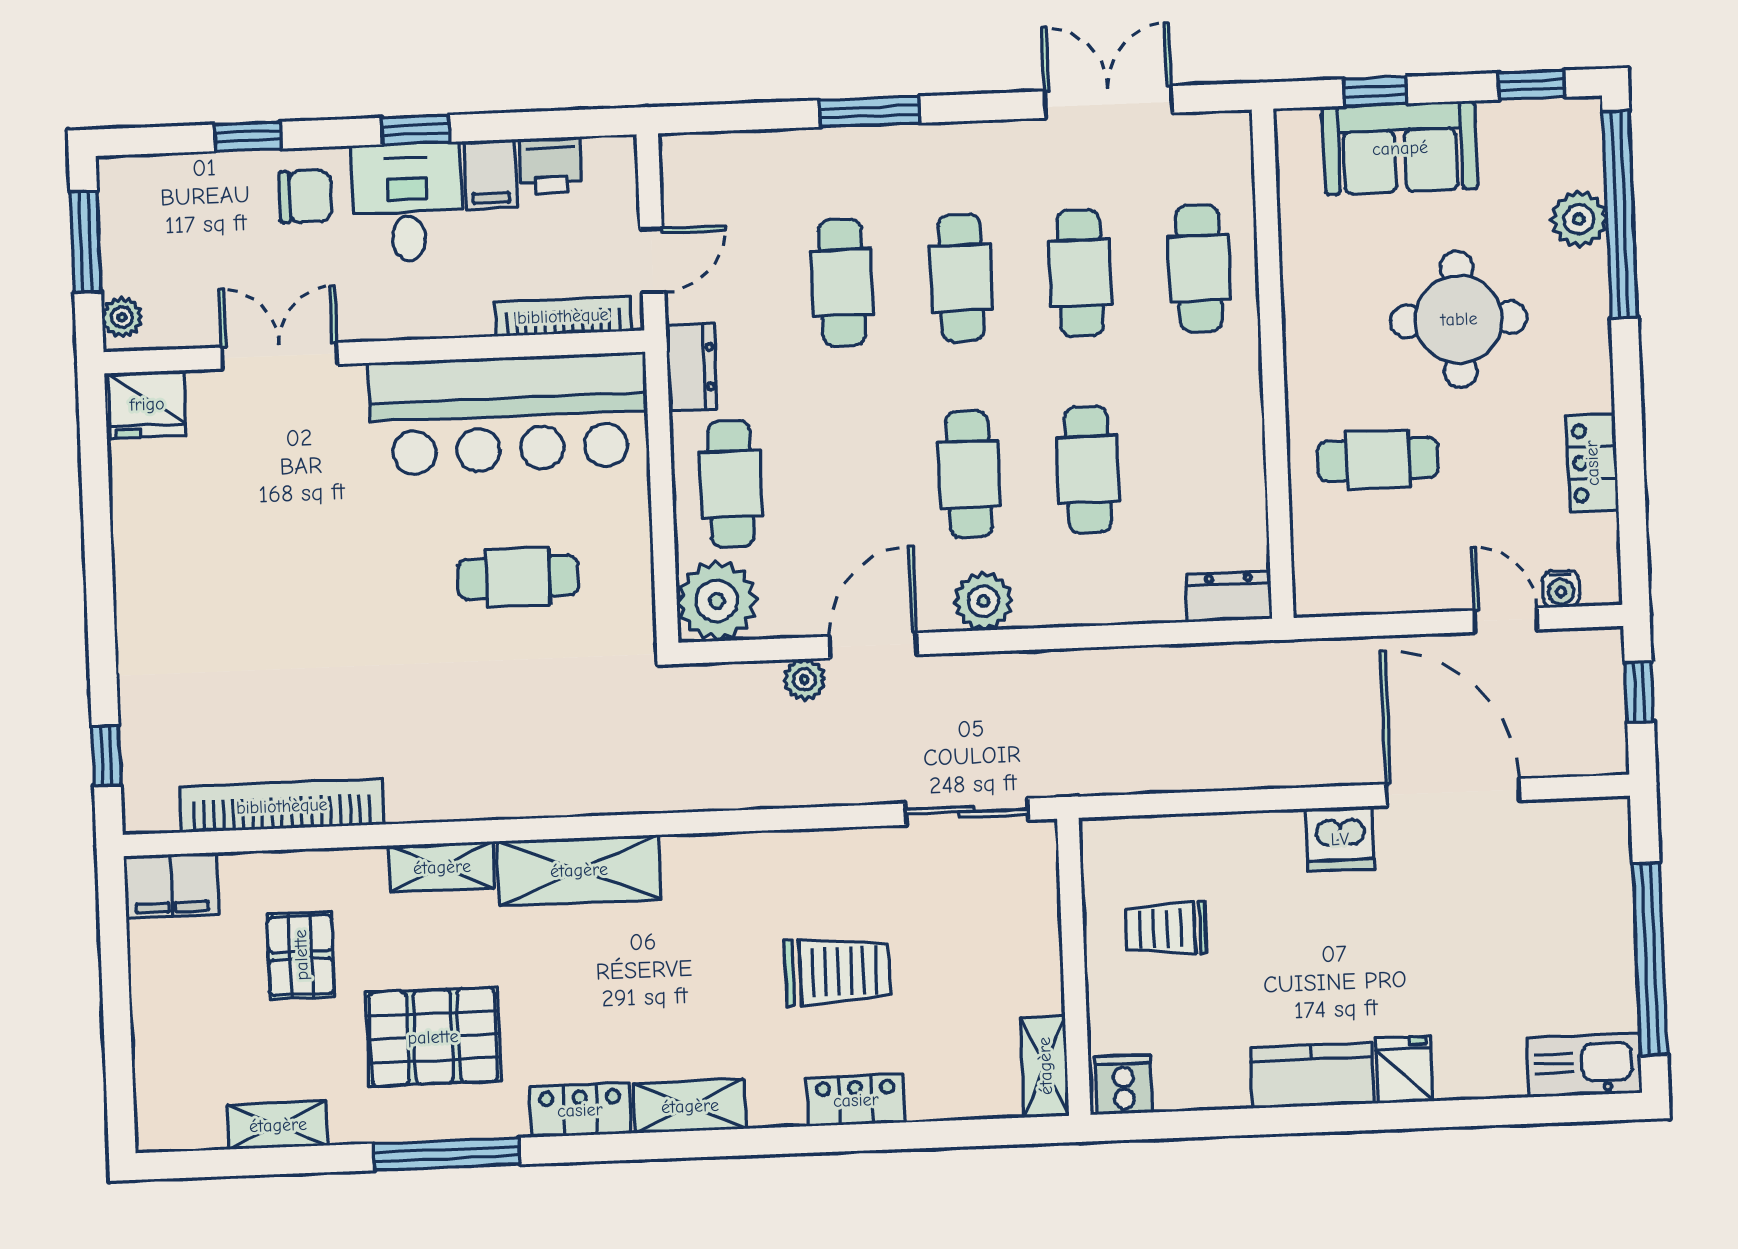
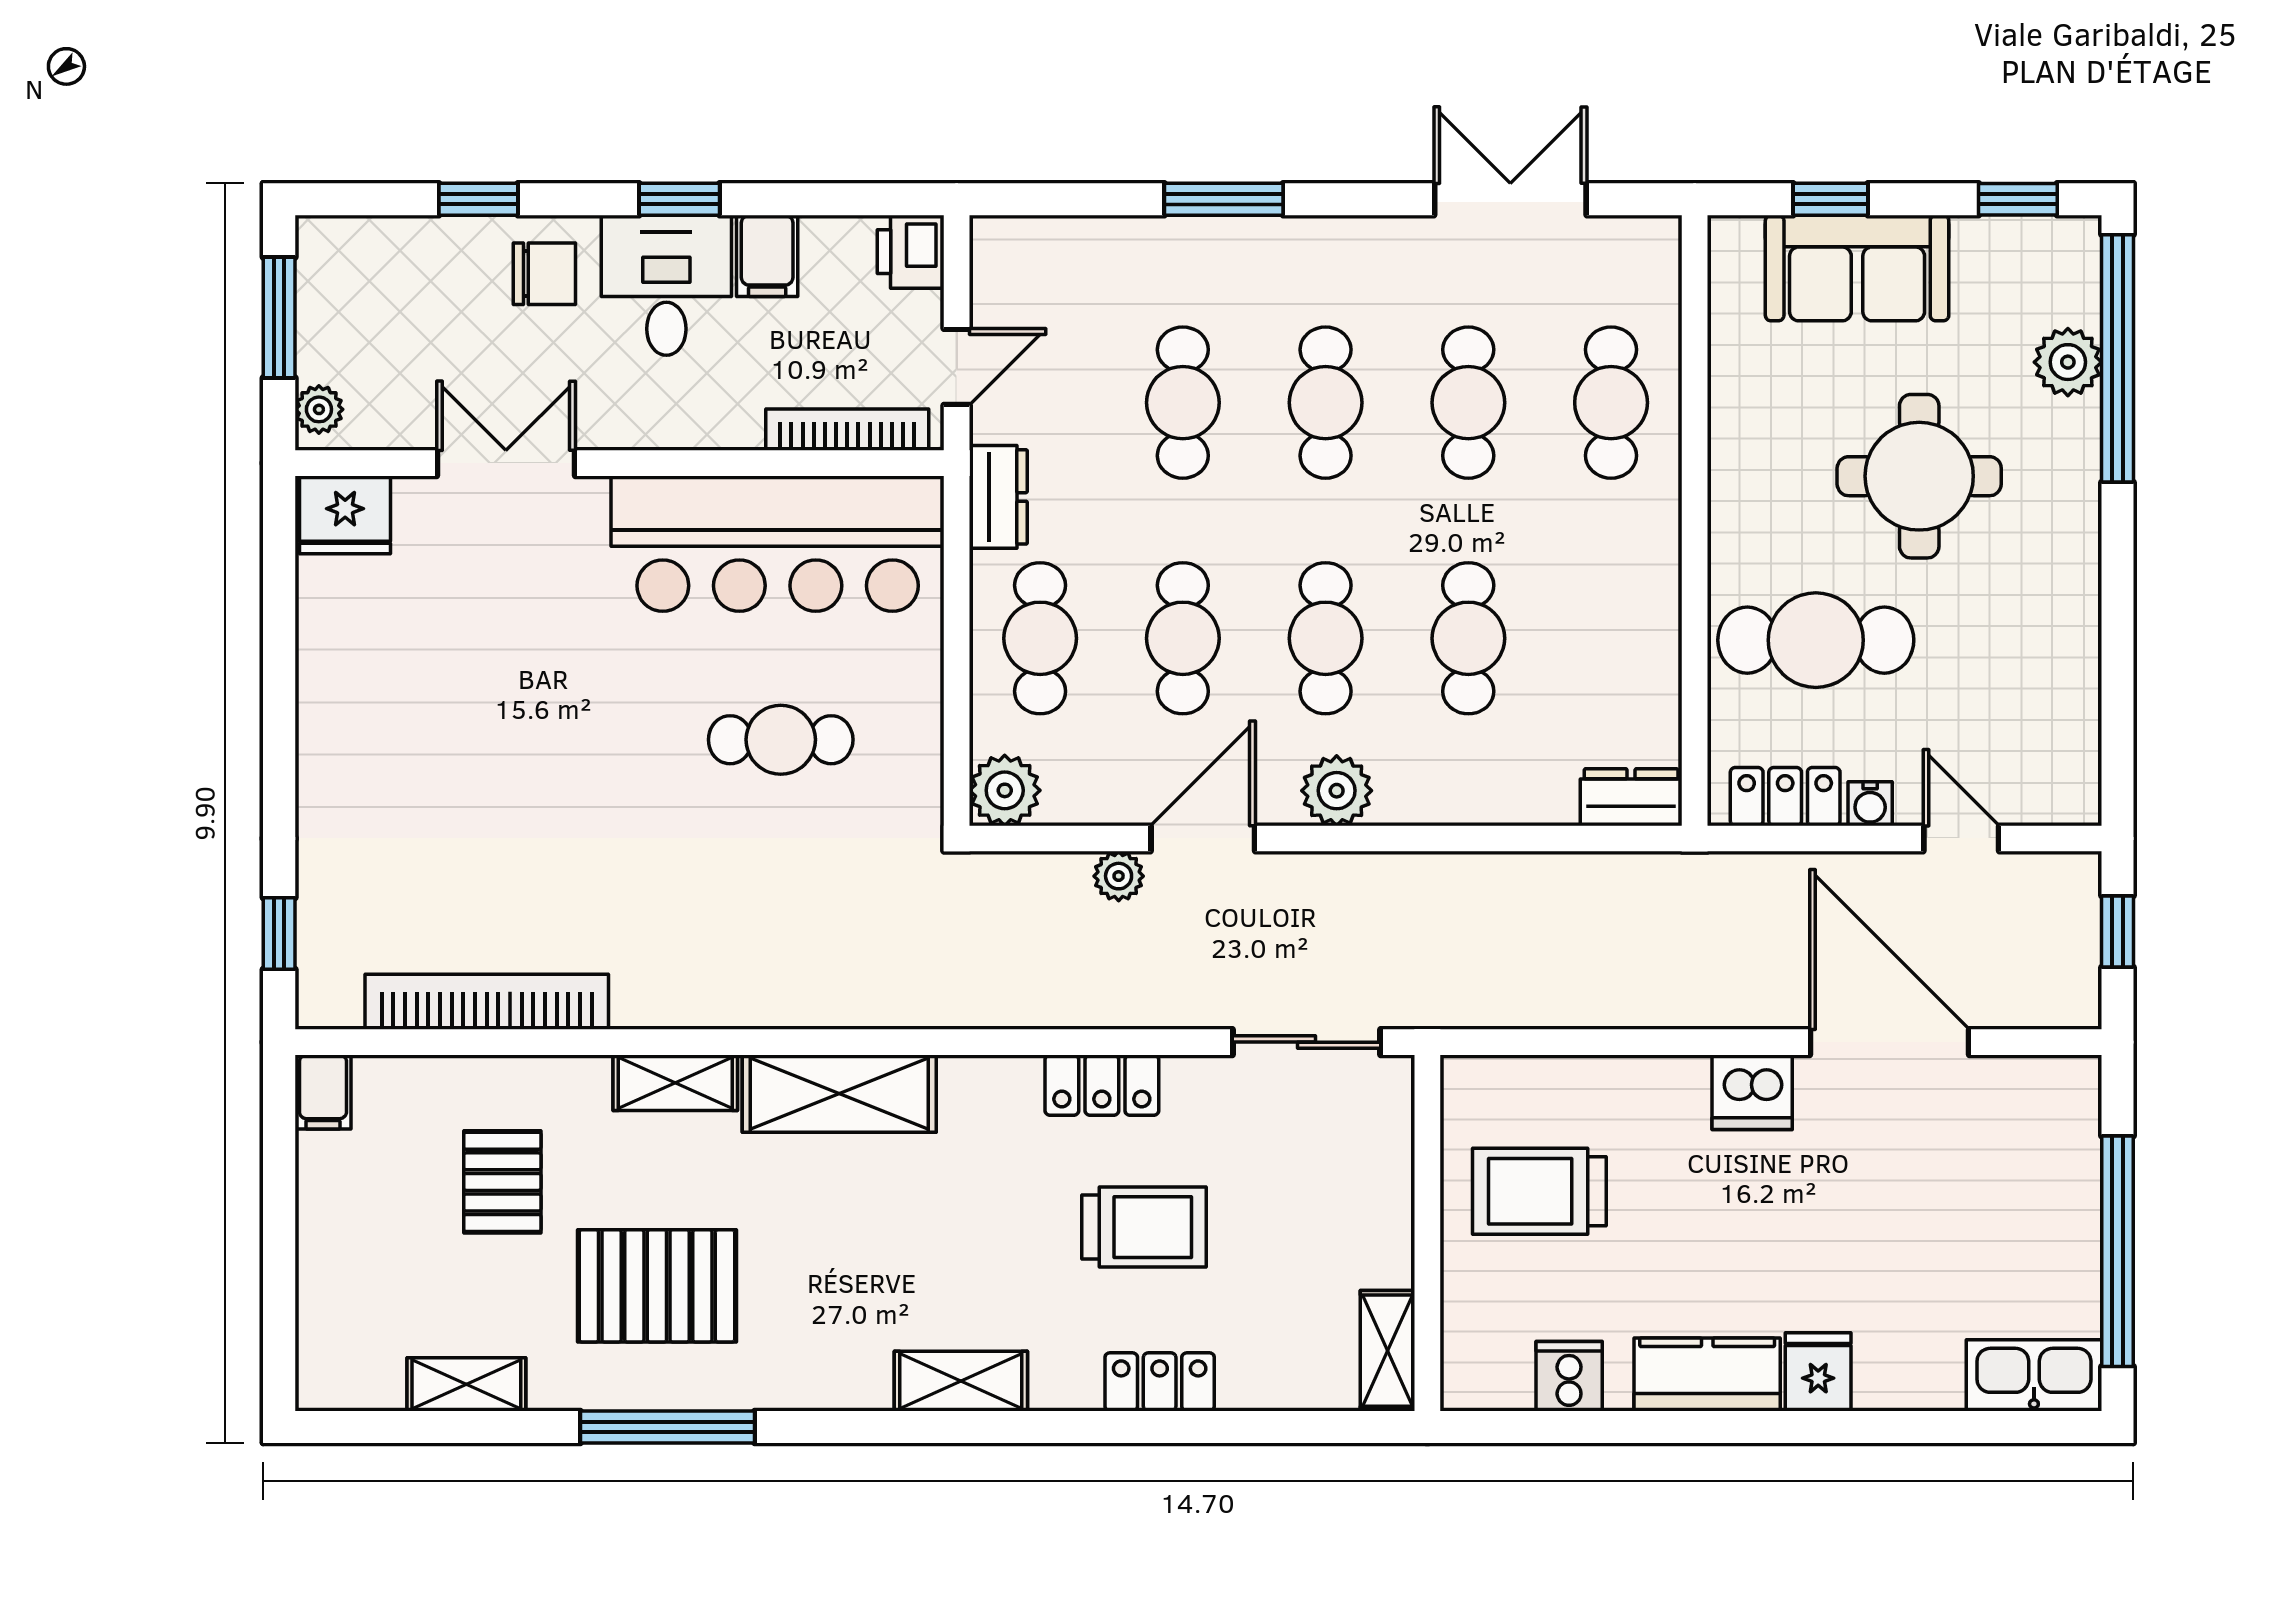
printer: (551, 165) -> (911, 252), moved, turned 90
cafe table: (1378, 459) -> (1816, 640), width x1.37, depth x1.35
locker: (1592, 463) -> (1785, 797), moved, turned 90
cafe table: (850, 479) -> (1183, 638), added
water cooler: (1561, 589) -> (1870, 804), moved
plant: (717, 601) -> (1005, 790), width x0.73, depth x0.73
filing cabinet: (171, 885) -> (323, 1092), width x0.50
trolley: (1166, 928) -> (1539, 1191), width x1.36, depth x1.39
cooker: (1124, 1085) -> (1569, 1376), moved
locker: (580, 1110) -> (1102, 1085), moved, turned 180

